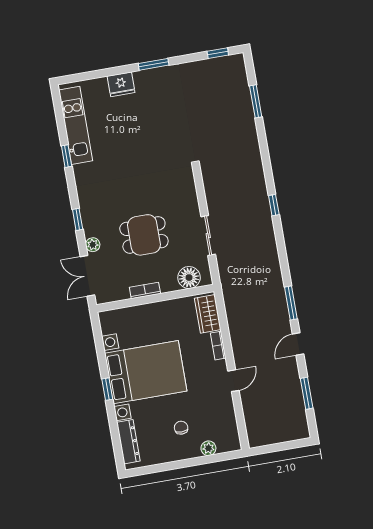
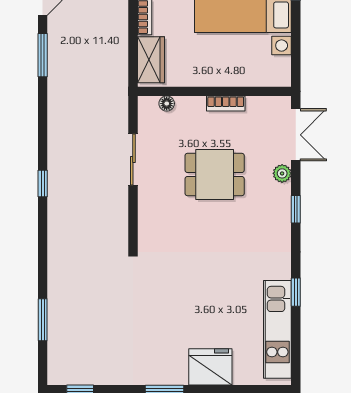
fridge: (121, 84) -> (210, 367), width x1.36, depth x1.34
floor lamp: (189, 278) -> (167, 104), width x0.53, depth x0.53

